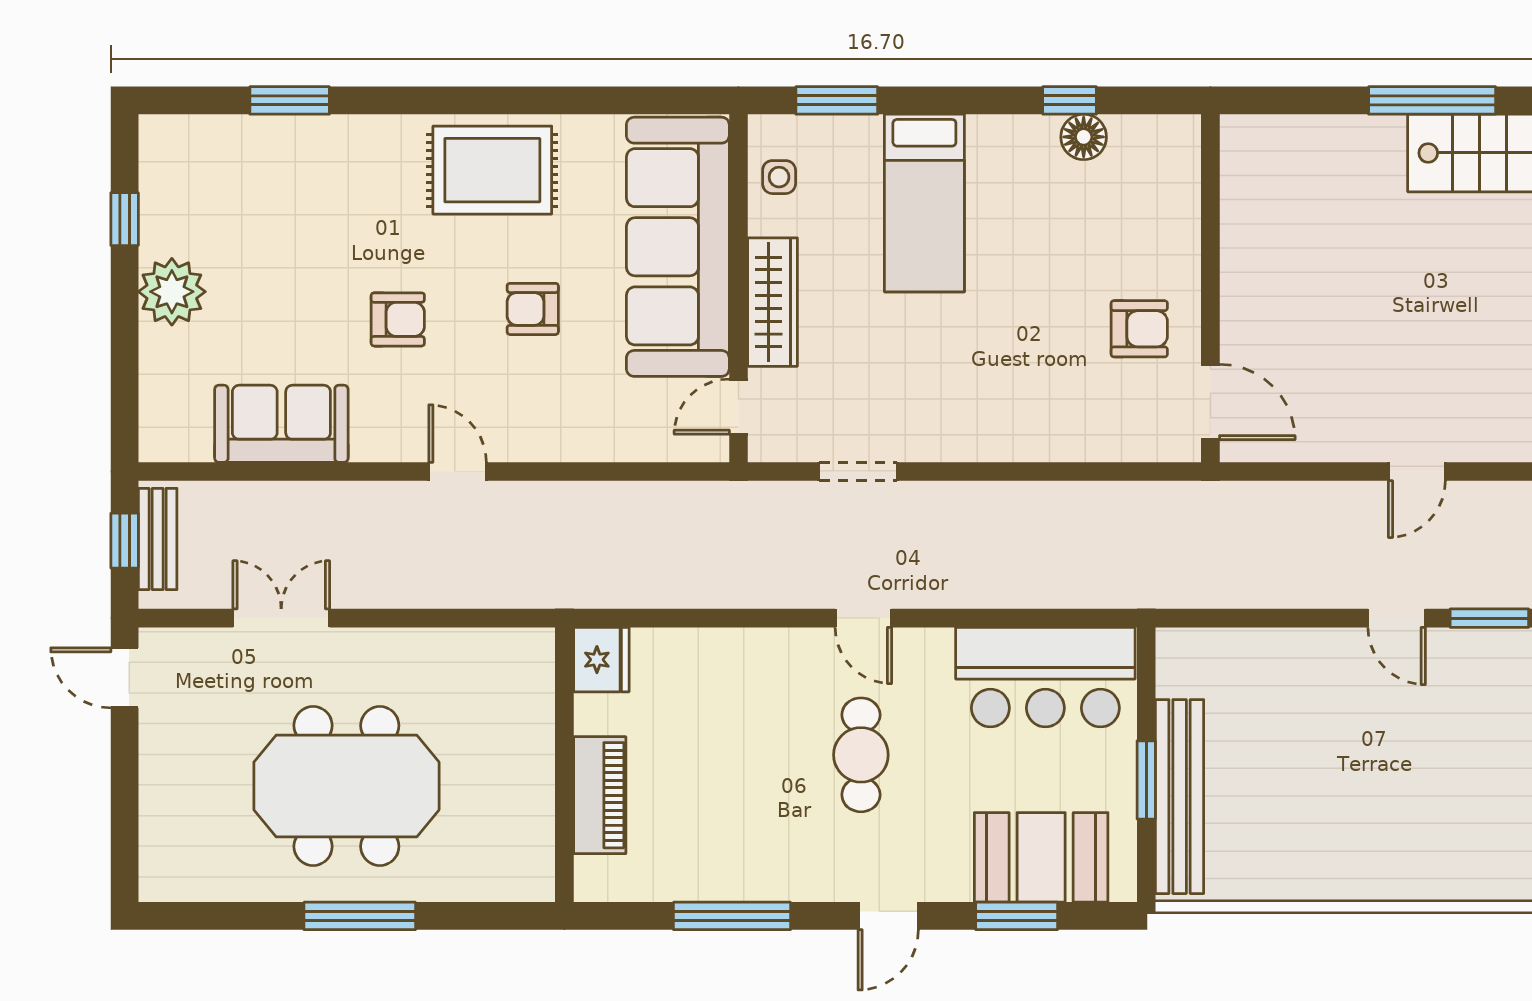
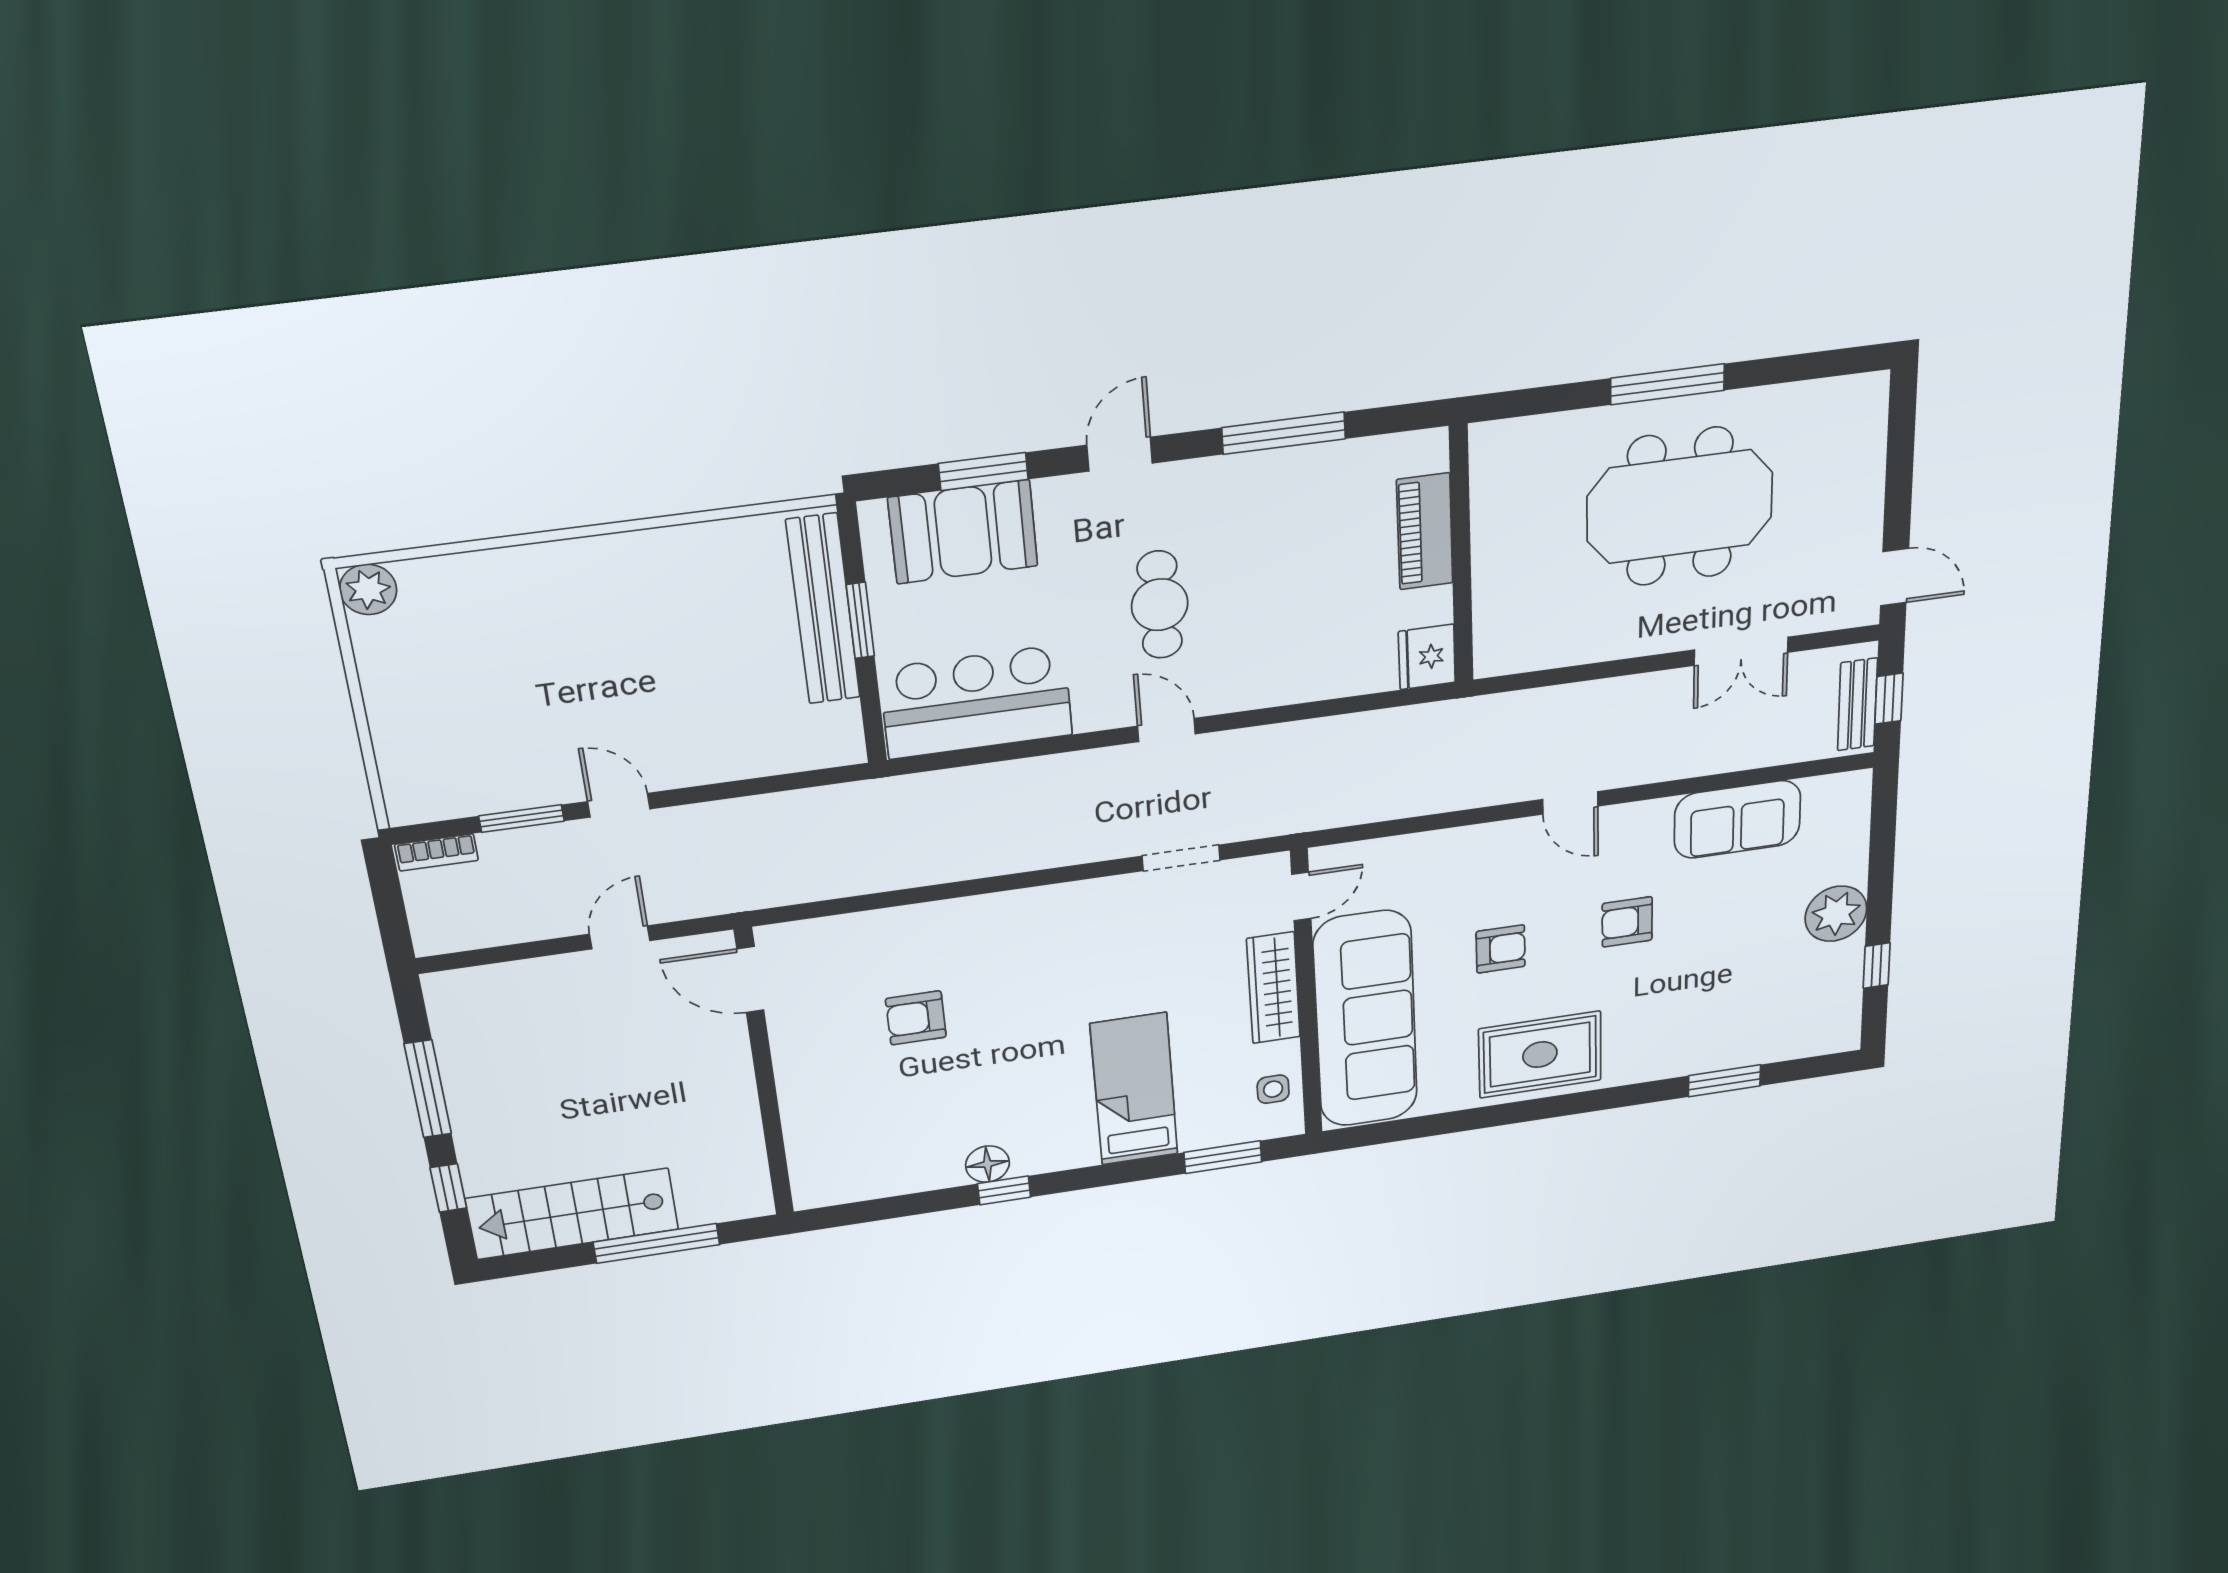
wall: (1210, 288) -> (764, 1074), moved
door: (1210, 402) -> (750, 980), moved

